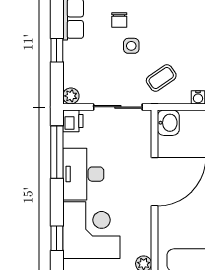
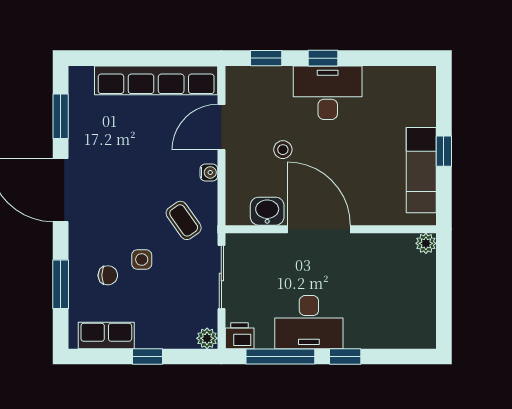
washbasin: (168, 123) -> (267, 211), moved
corner desk: (91, 230) -> (382, 312), removed
window: (57, 238) -> (345, 357), moved

